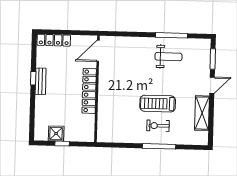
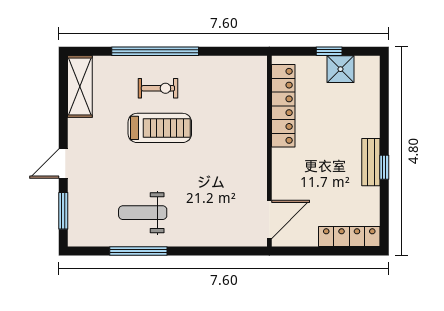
locker: (89, 91) -> (283, 106), moved
shelving: (202, 113) -> (80, 87), moved
window: (159, 146) -> (155, 51), width x1.46

